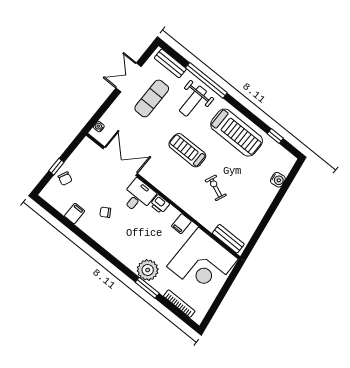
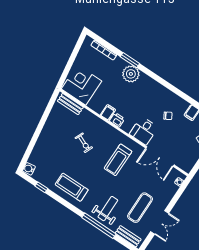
treadmill: (237, 133) -> (72, 187), width x0.73, depth x0.73
treadmill: (187, 150) -> (118, 160), moved, turned 90
water cooler: (278, 180) -> (29, 169), moved
printer: (160, 204) -> (117, 120), moved
corner desk: (202, 263) -> (81, 85), width x0.74, depth x0.74

